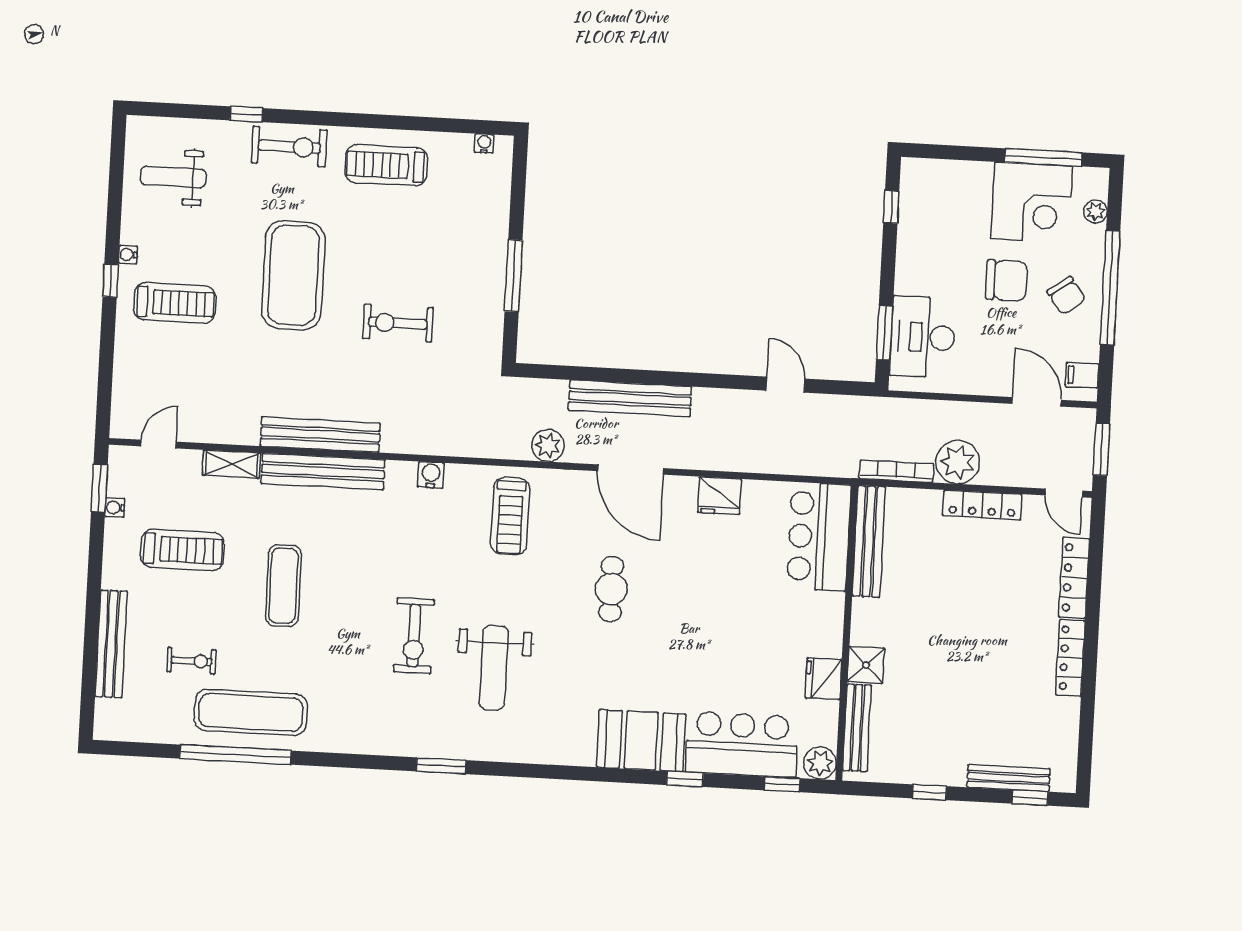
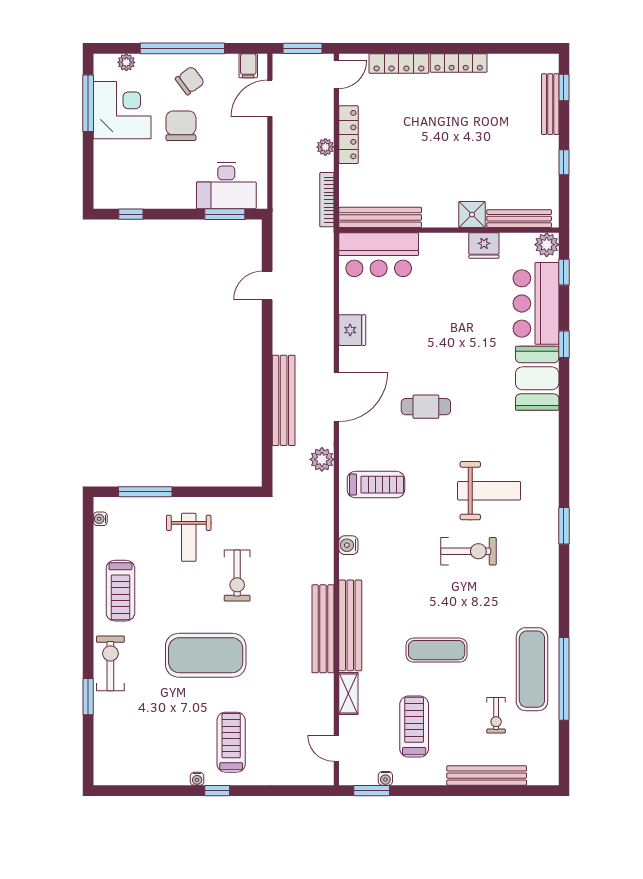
window: (246, 114) -> (88, 697), width x1.50
weight bench: (173, 177) -> (189, 537), moved
window: (513, 276) -> (145, 492), moved
plant: (958, 462) -> (325, 147), width x0.53, depth x0.53
exercise bike: (192, 661) -> (496, 715), turned 180

